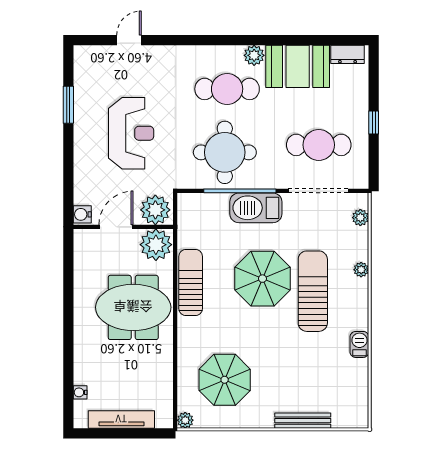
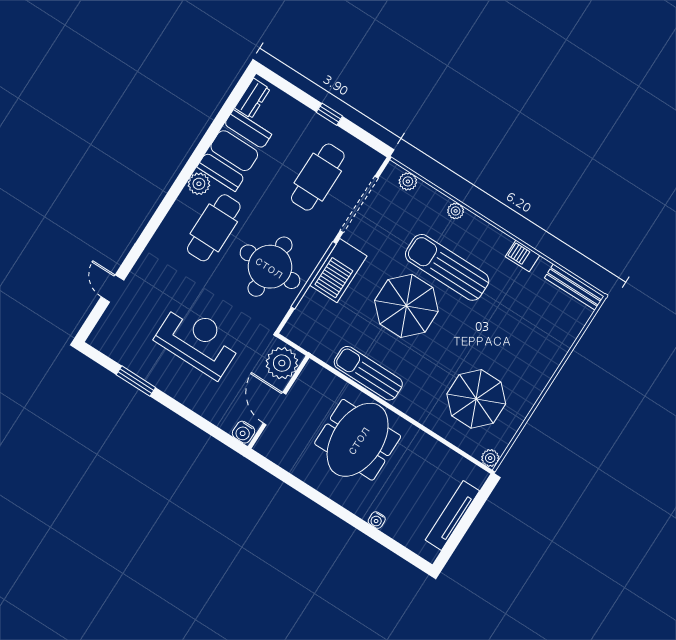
plant: (156, 245) -> (314, 383), removed
water cooler: (80, 392) -> (377, 520), moved
bench: (303, 421) -> (574, 287), moved, turned 90

